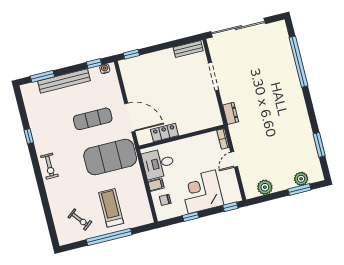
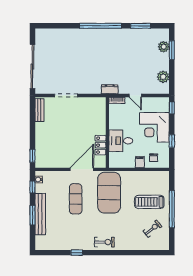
window: (298, 62) -> (101, 26), moved
window: (42, 76) -> (32, 215), moved
dresser: (231, 113) -> (110, 89), moved
desk: (158, 164) -> (121, 141), moved, turned 90

